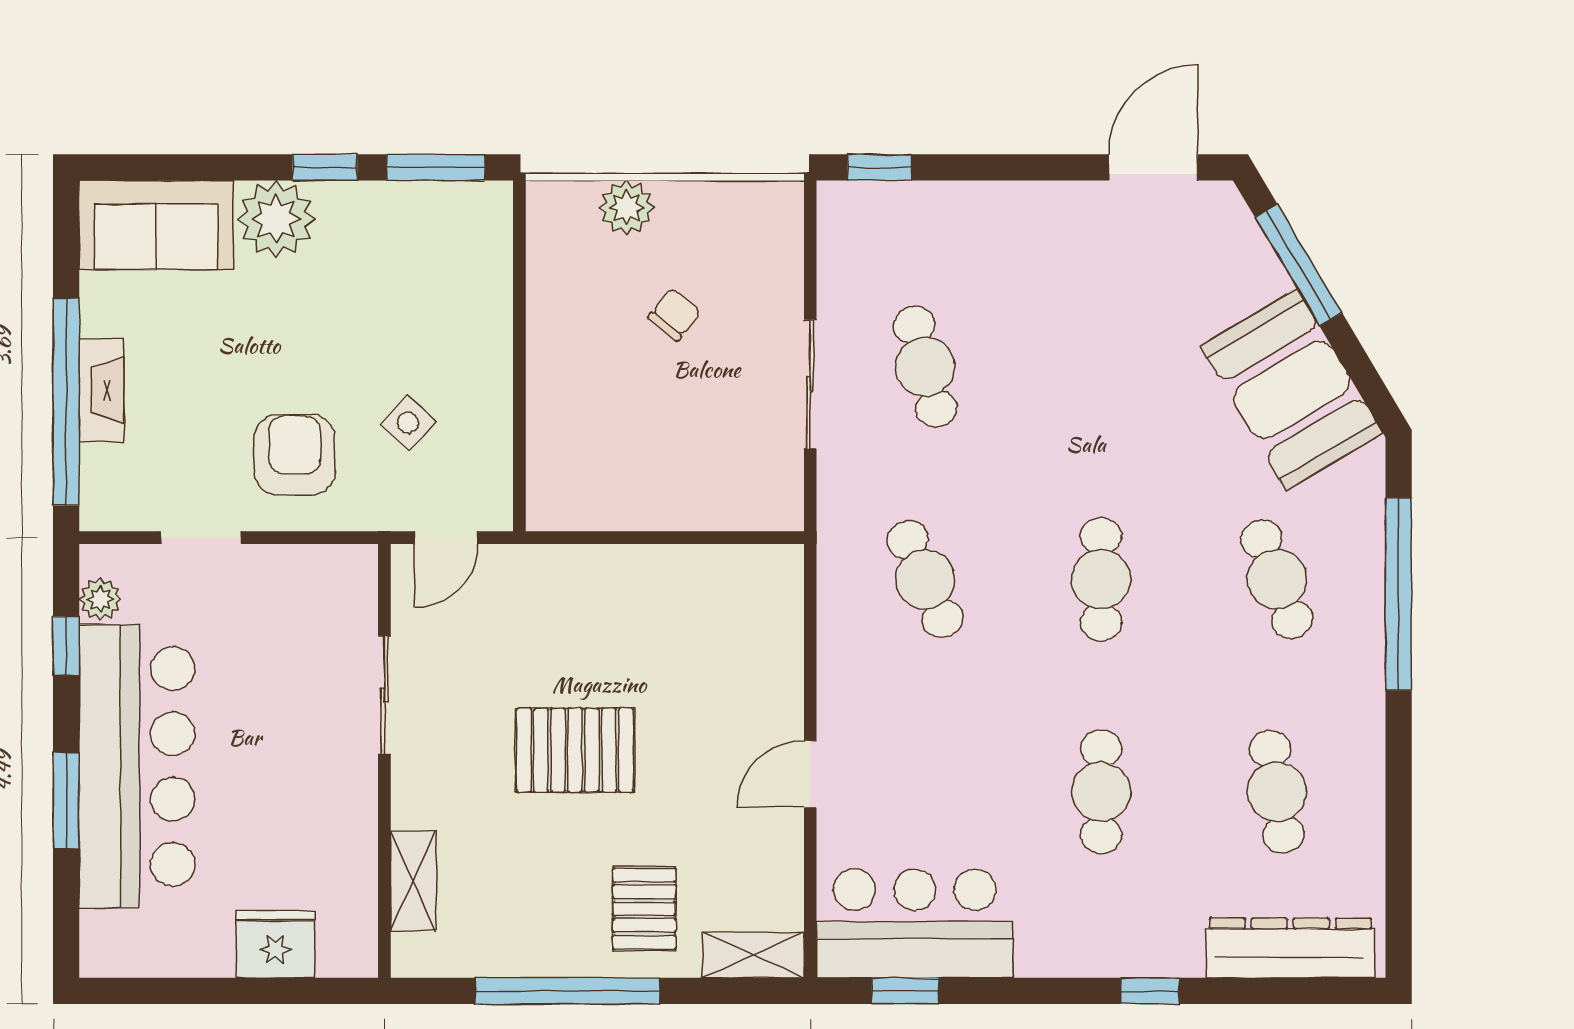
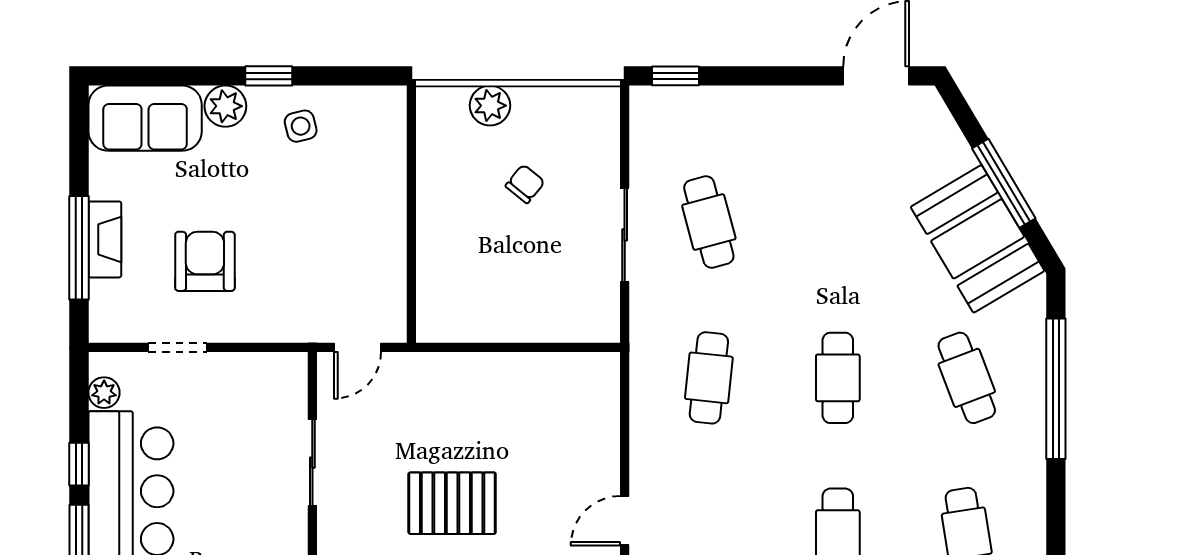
window: (436, 167) -> (350, 76), removed
plant: (276, 219) -> (225, 106), width x0.73, depth x0.73
window: (1299, 265) -> (1004, 183), moved
window: (66, 402) -> (79, 248), width x0.68
side table: (408, 423) -> (301, 126), moved, turned 33
armchair: (295, 455) -> (205, 261), moved
cafe table: (925, 579) -> (709, 378), turned 30
window: (66, 646) -> (79, 464), moved

